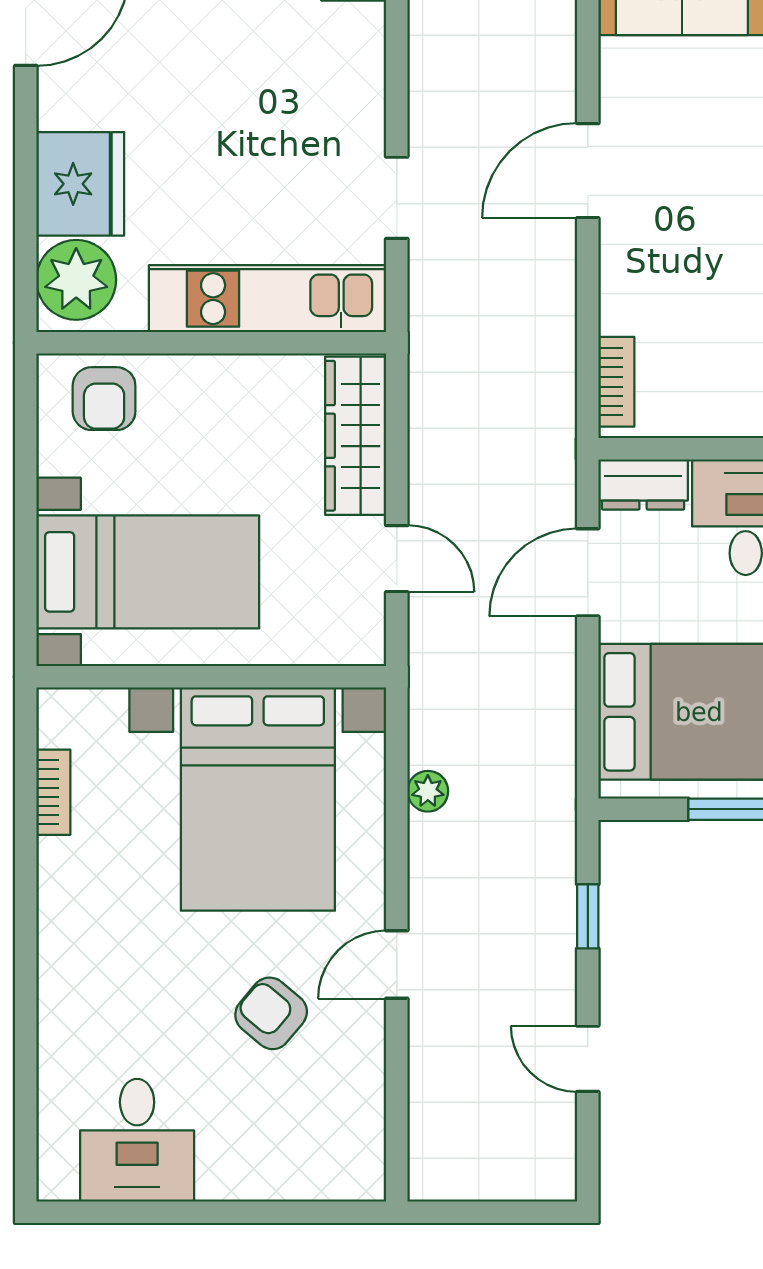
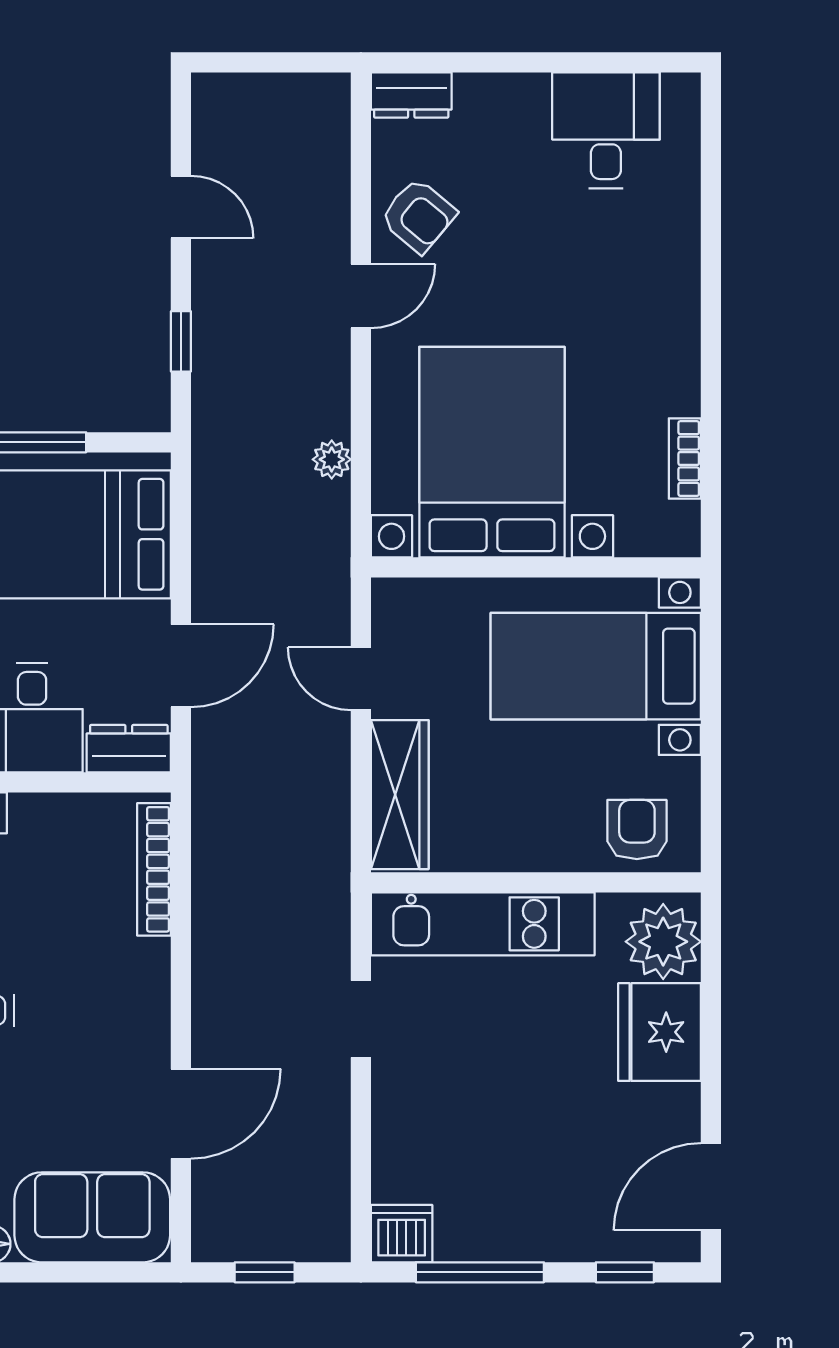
door: (588, 171) -> (181, 1114), moved
bookcase: (616, 382) -> (154, 869), width x1.56
armchair: (271, 1013) -> (418, 216), moved
dresser: (343, 1178) -> (411, 95), added

